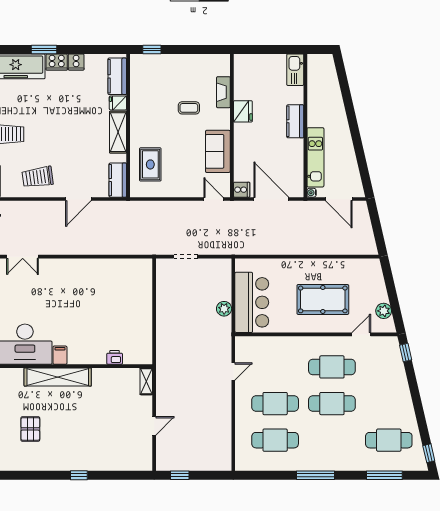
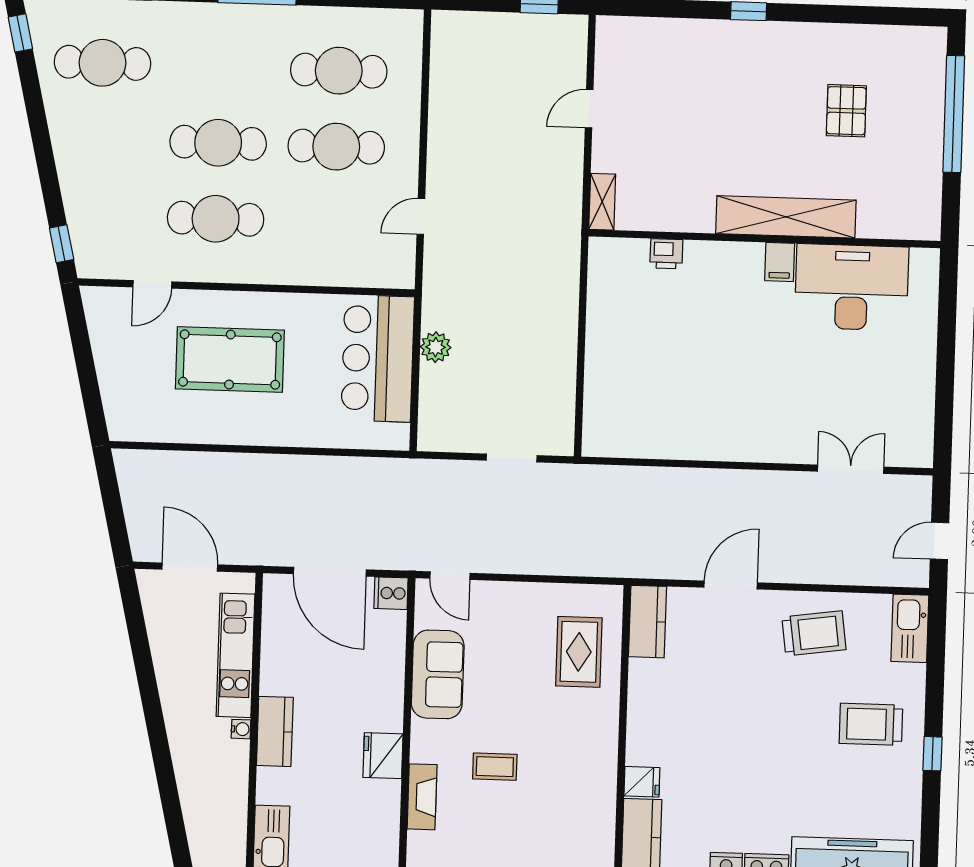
shelving: (118, 132) -> (644, 721), removed
water cooler: (312, 193) -> (241, 729), moved
plant: (384, 311) -> (104, 332), removed

